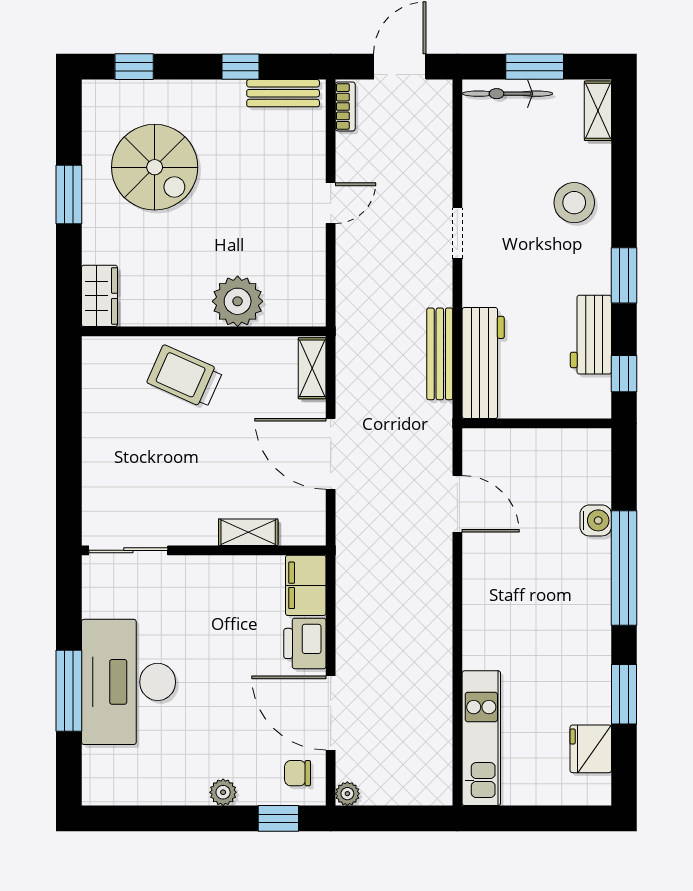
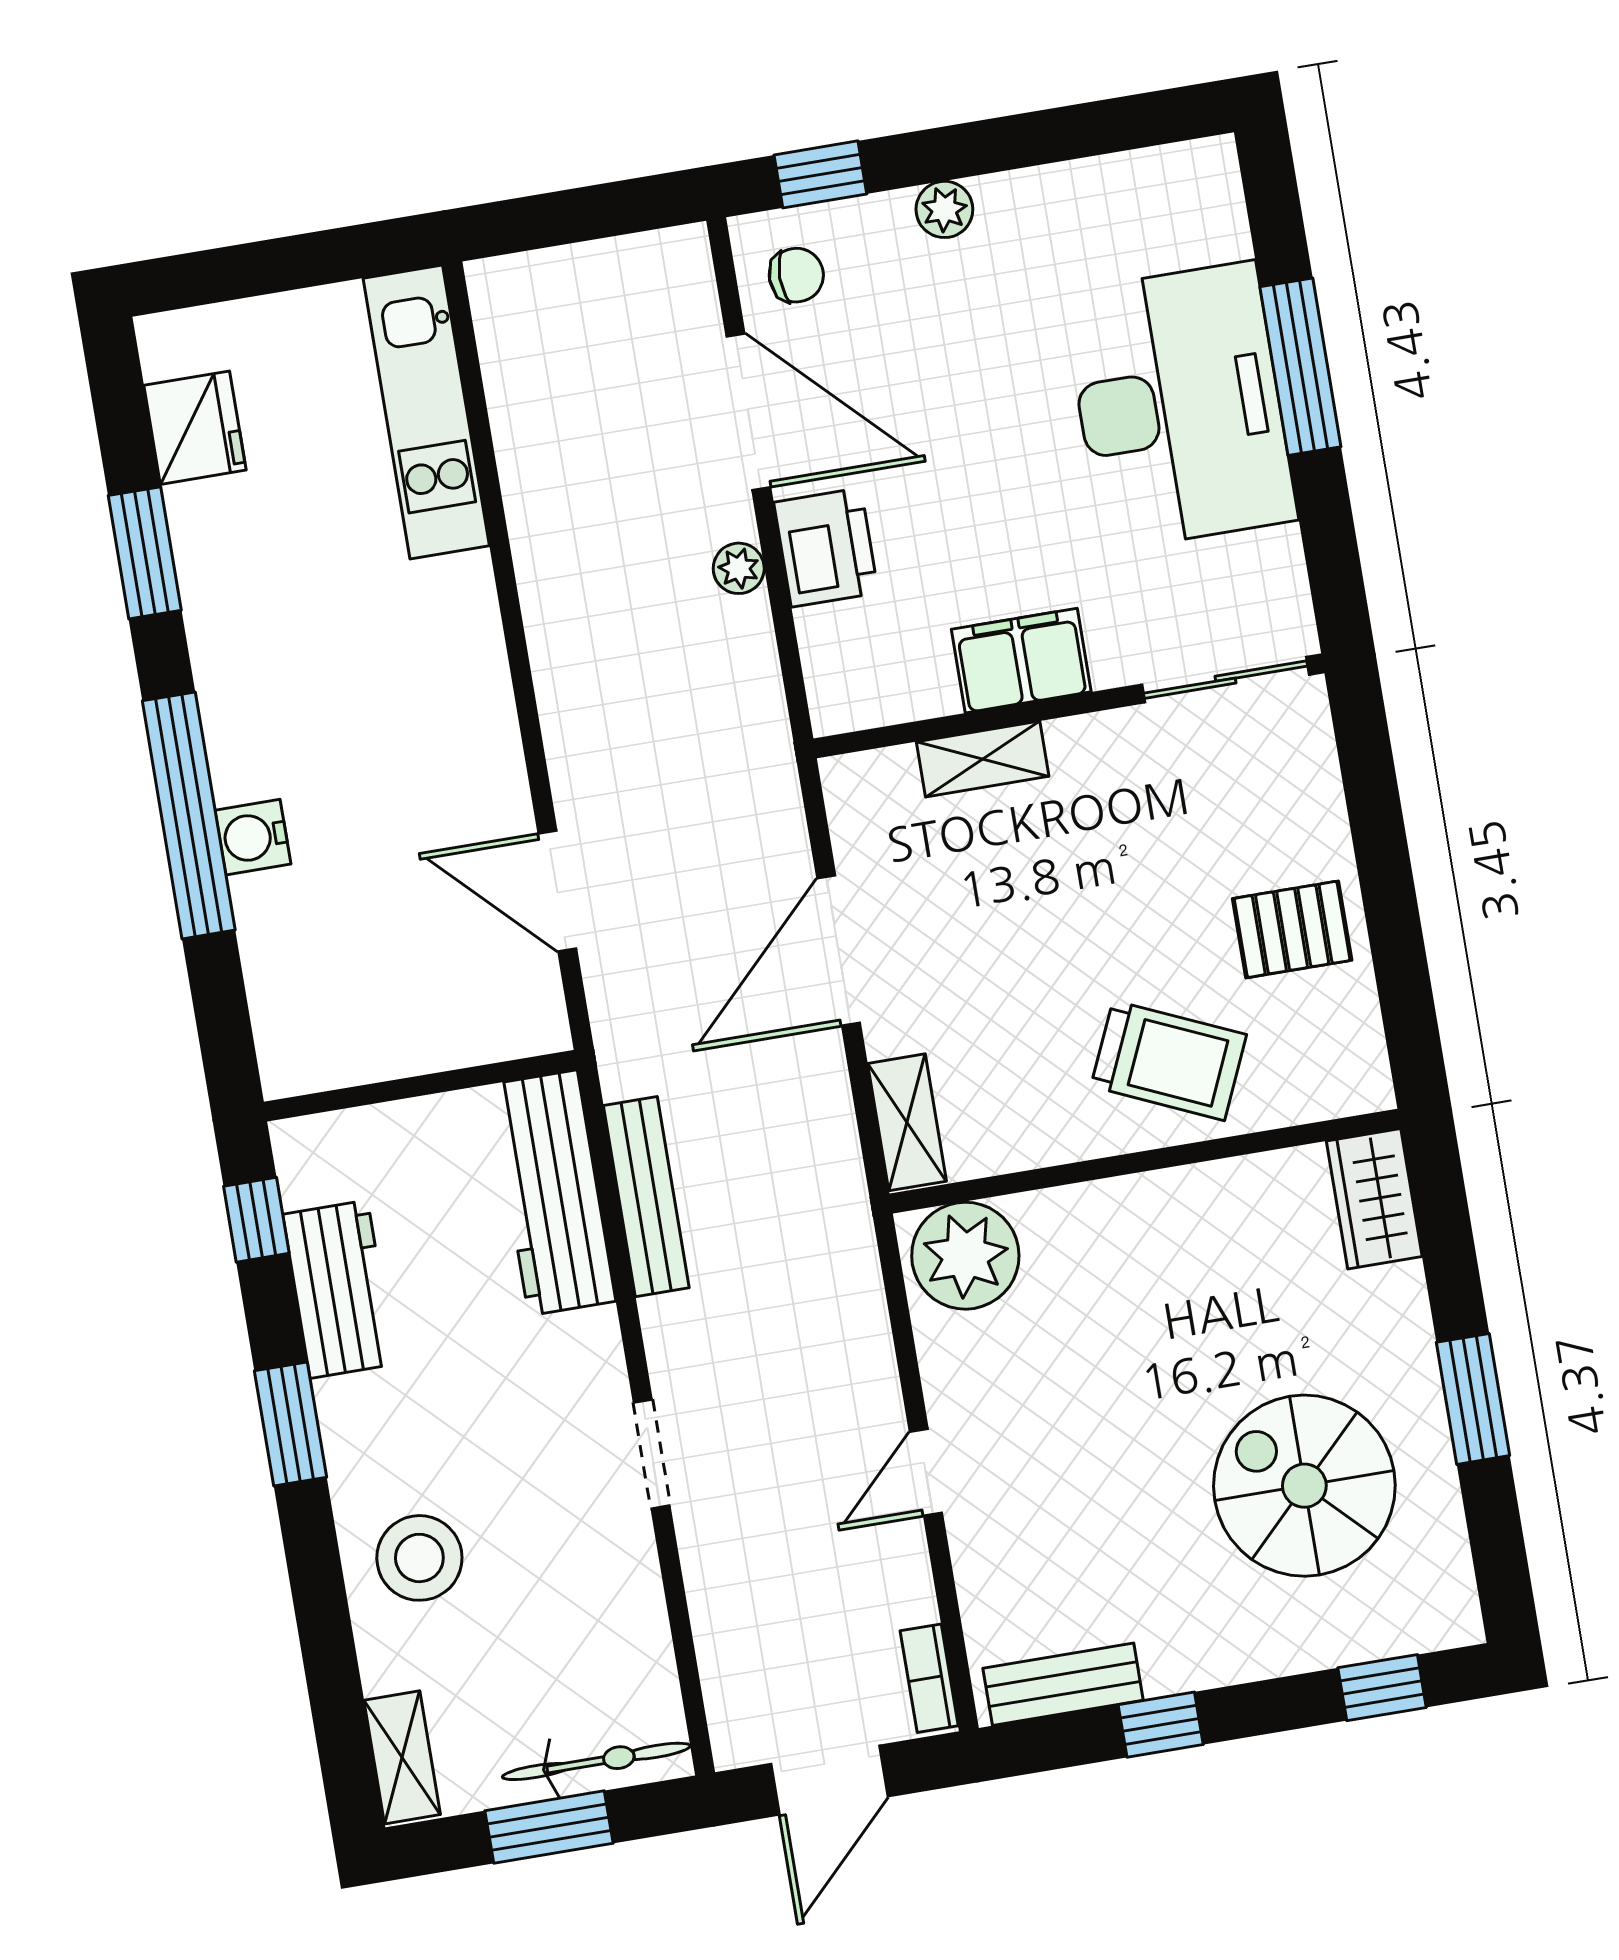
plant: (238, 301) -> (965, 1256), moved
pallet: (117, 428) -> (1292, 929), added
door: (331, 454) -> (839, 951), swing flipped
water cooler: (596, 520) -> (253, 837), moved
filing cabinet: (306, 585) -> (1021, 661), moved, turned -90
plant: (347, 794) -> (739, 568), moved

